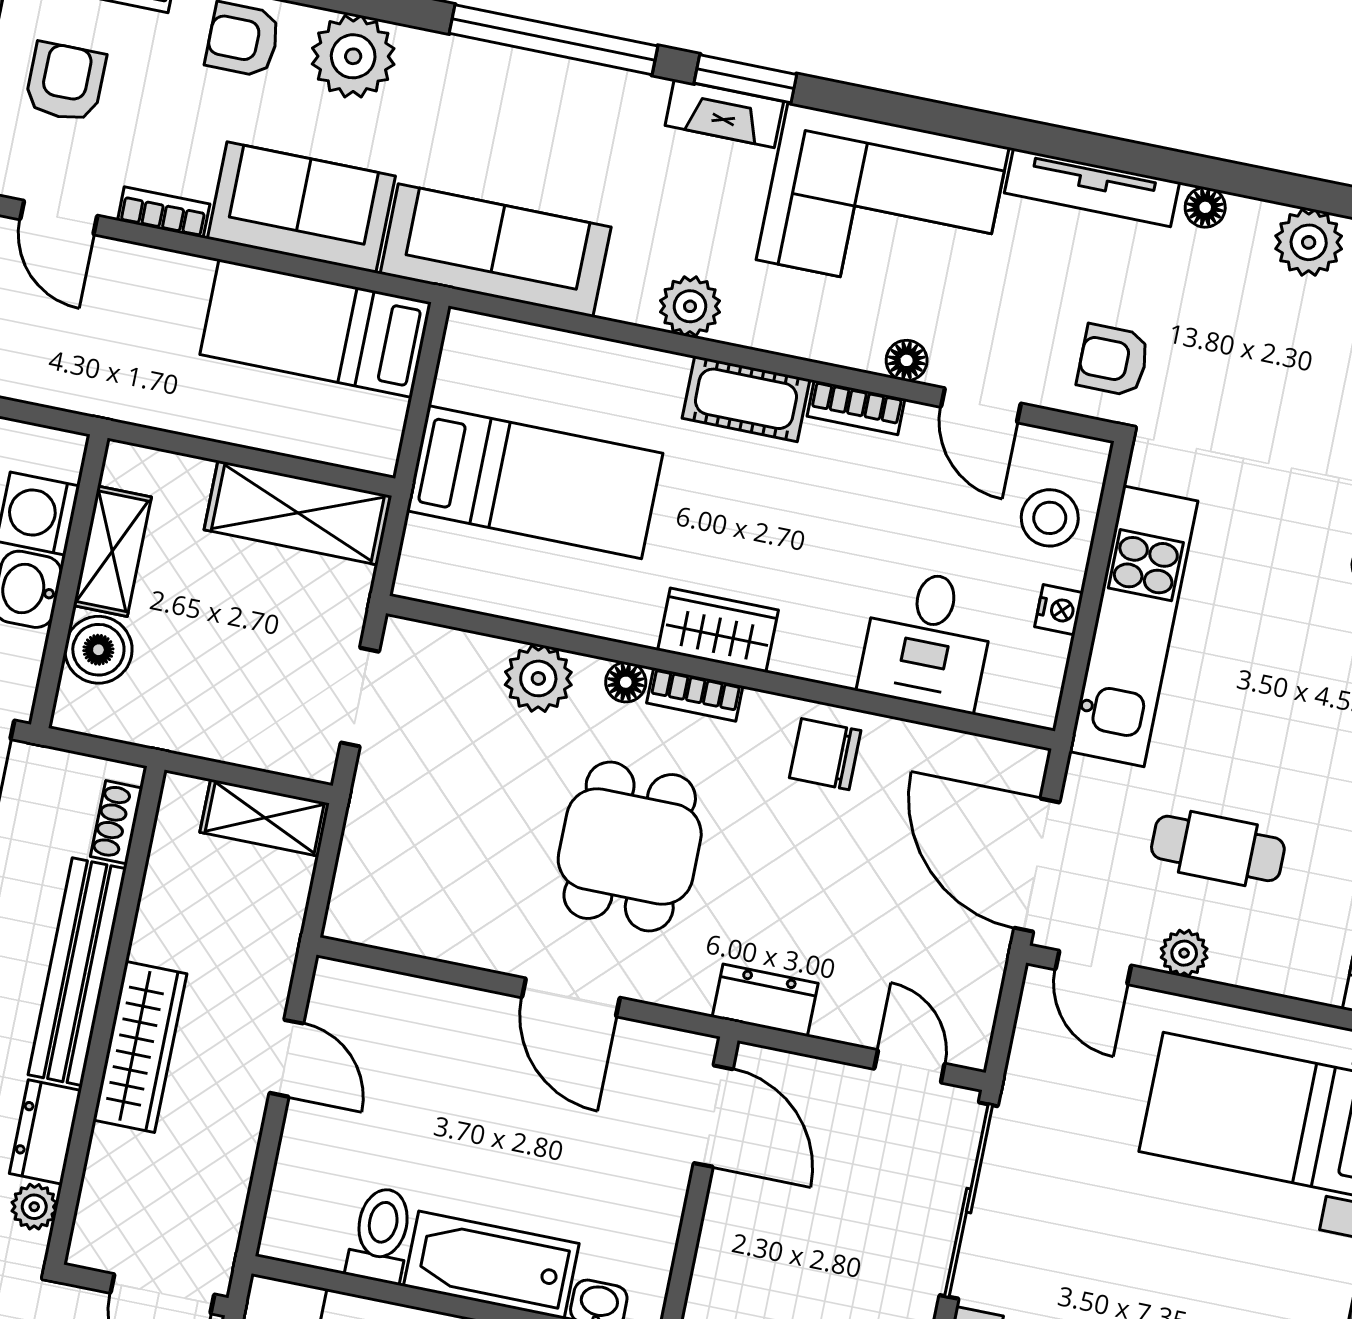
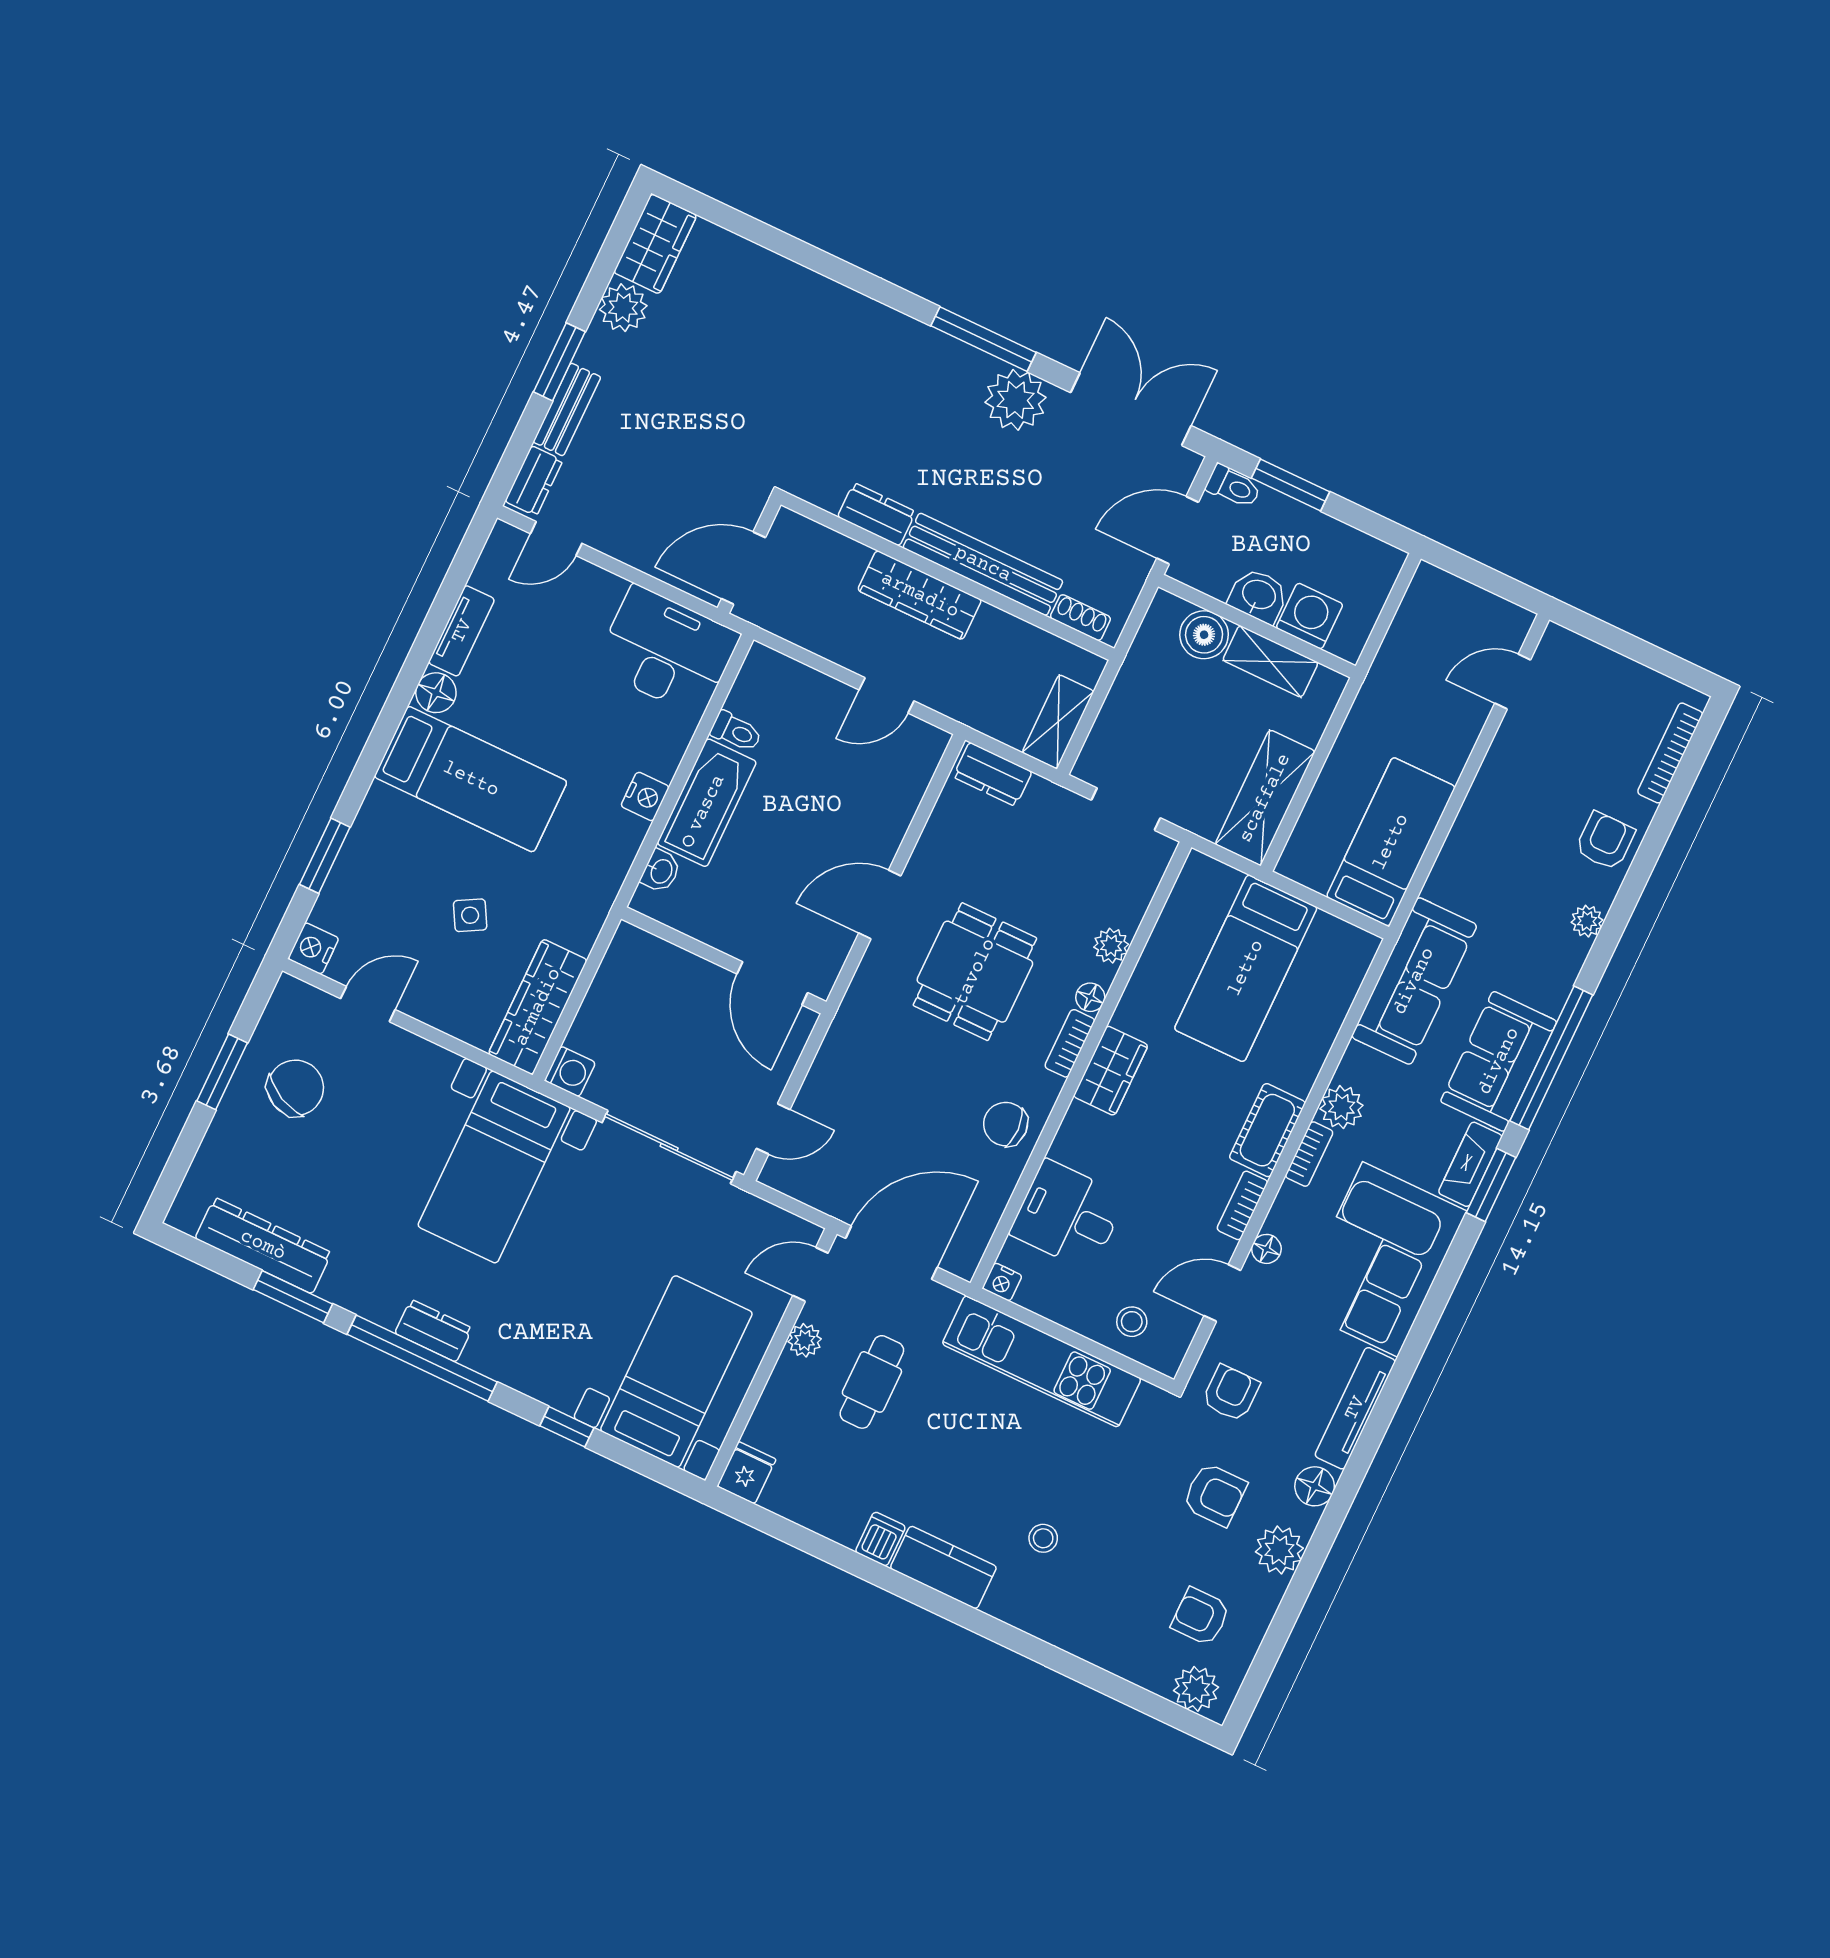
plant: (353, 56) -> (1587, 921), width x0.53, depth x0.53
armchair: (65, 82) -> (1215, 1495), moved
sofa: (301, 207) -> (1499, 1061), moved, turned 180
floor lamp: (1205, 207) -> (1315, 1486), width x1.37, depth x1.37
bookcase: (164, 212) -> (1309, 1154), moved
stool: (1050, 518) -> (1132, 1322), width x0.73, depth x0.73
nightstand: (1059, 610) -> (1002, 1282), moved
plant: (538, 678) -> (1111, 946), width x0.73, depth x0.73
chair: (825, 754) -> (1006, 1124), turned -92
dining table: (630, 847) -> (975, 972), turned 90
dresser: (765, 1000) -> (992, 774), moved, turned 90
door: (713, 1116) -> (772, 983), hinge flipped
plant: (34, 1207) -> (826, 494), removed
toilet: (381, 1235) -> (736, 732), width x0.73, depth x0.72

